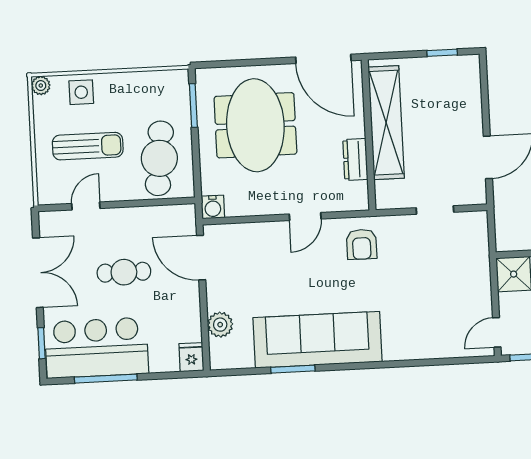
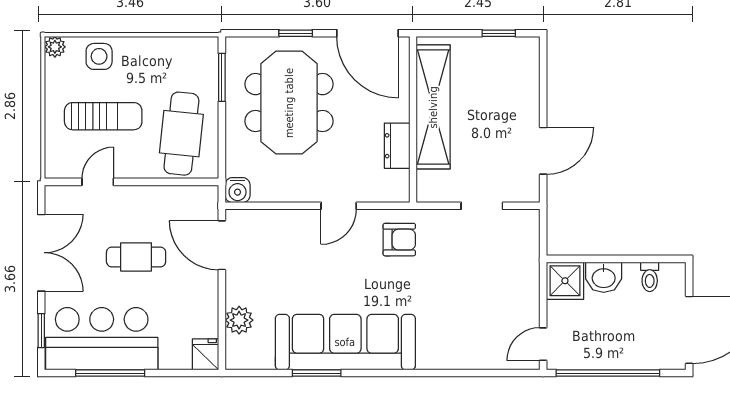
window: (258, 62) -> (296, 33), added
armchair: (362, 244) -> (399, 240), turned -90

